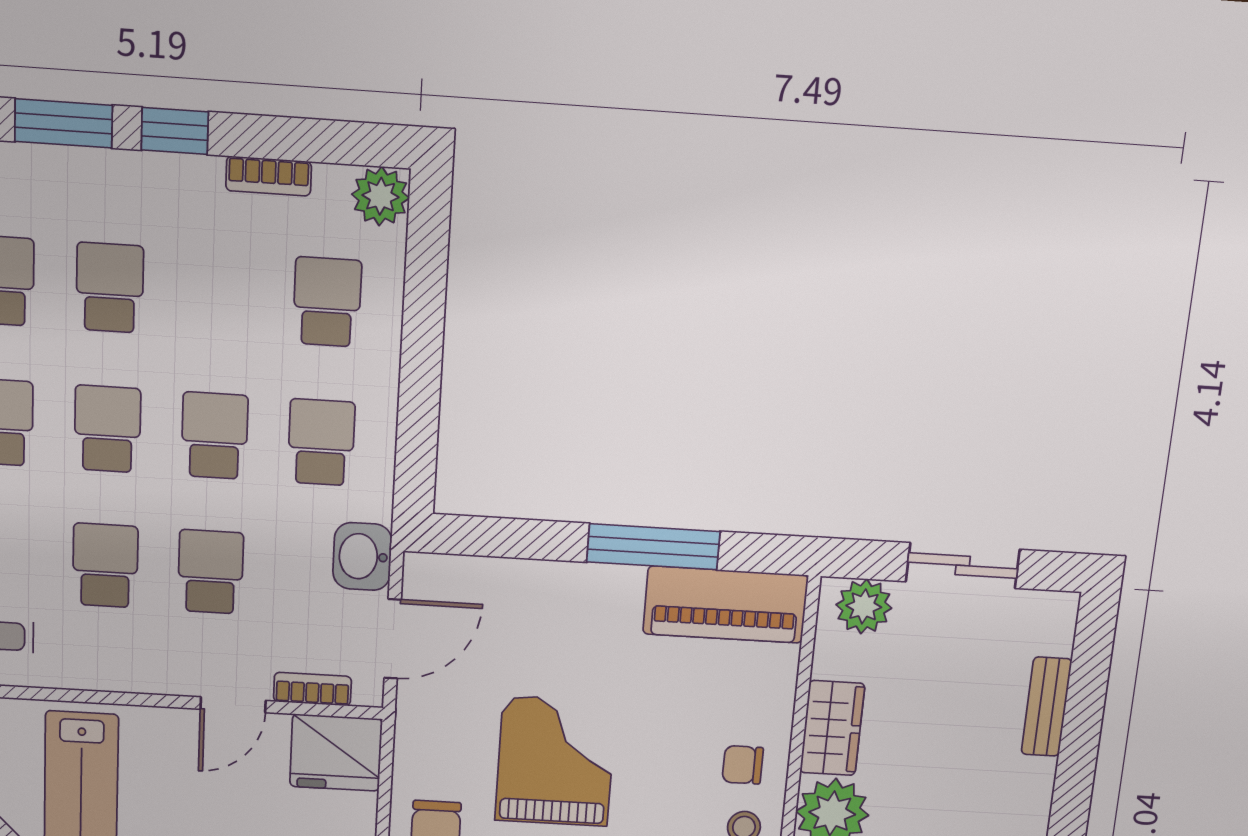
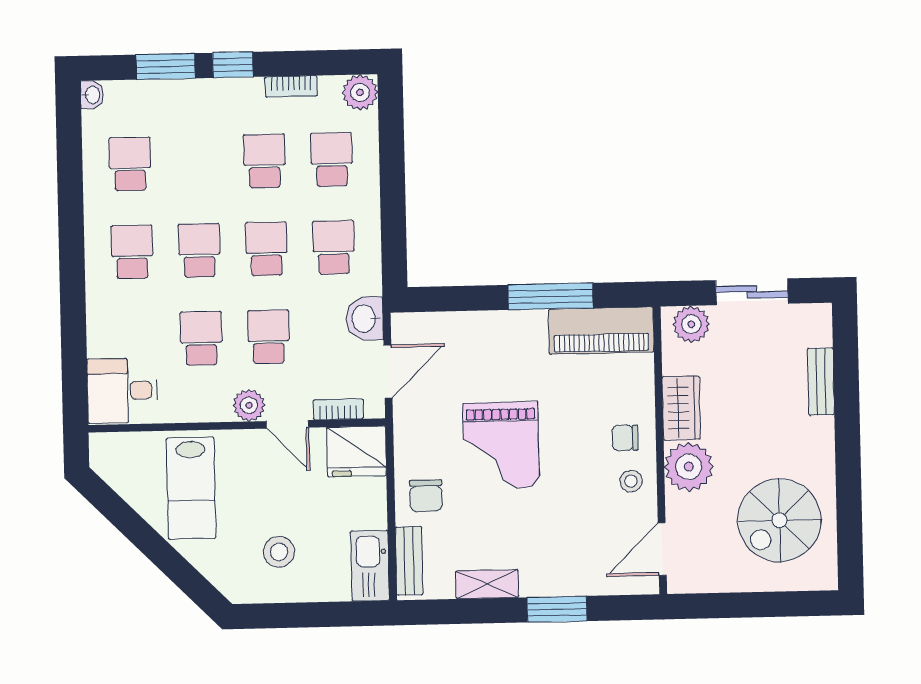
school desk: (110, 288) -> (264, 161), moved
plant: (175, 672) -> (249, 405), added
door: (233, 705) -> (288, 424), hinge flipped
grand piano: (555, 761) -> (501, 446), turned 180

